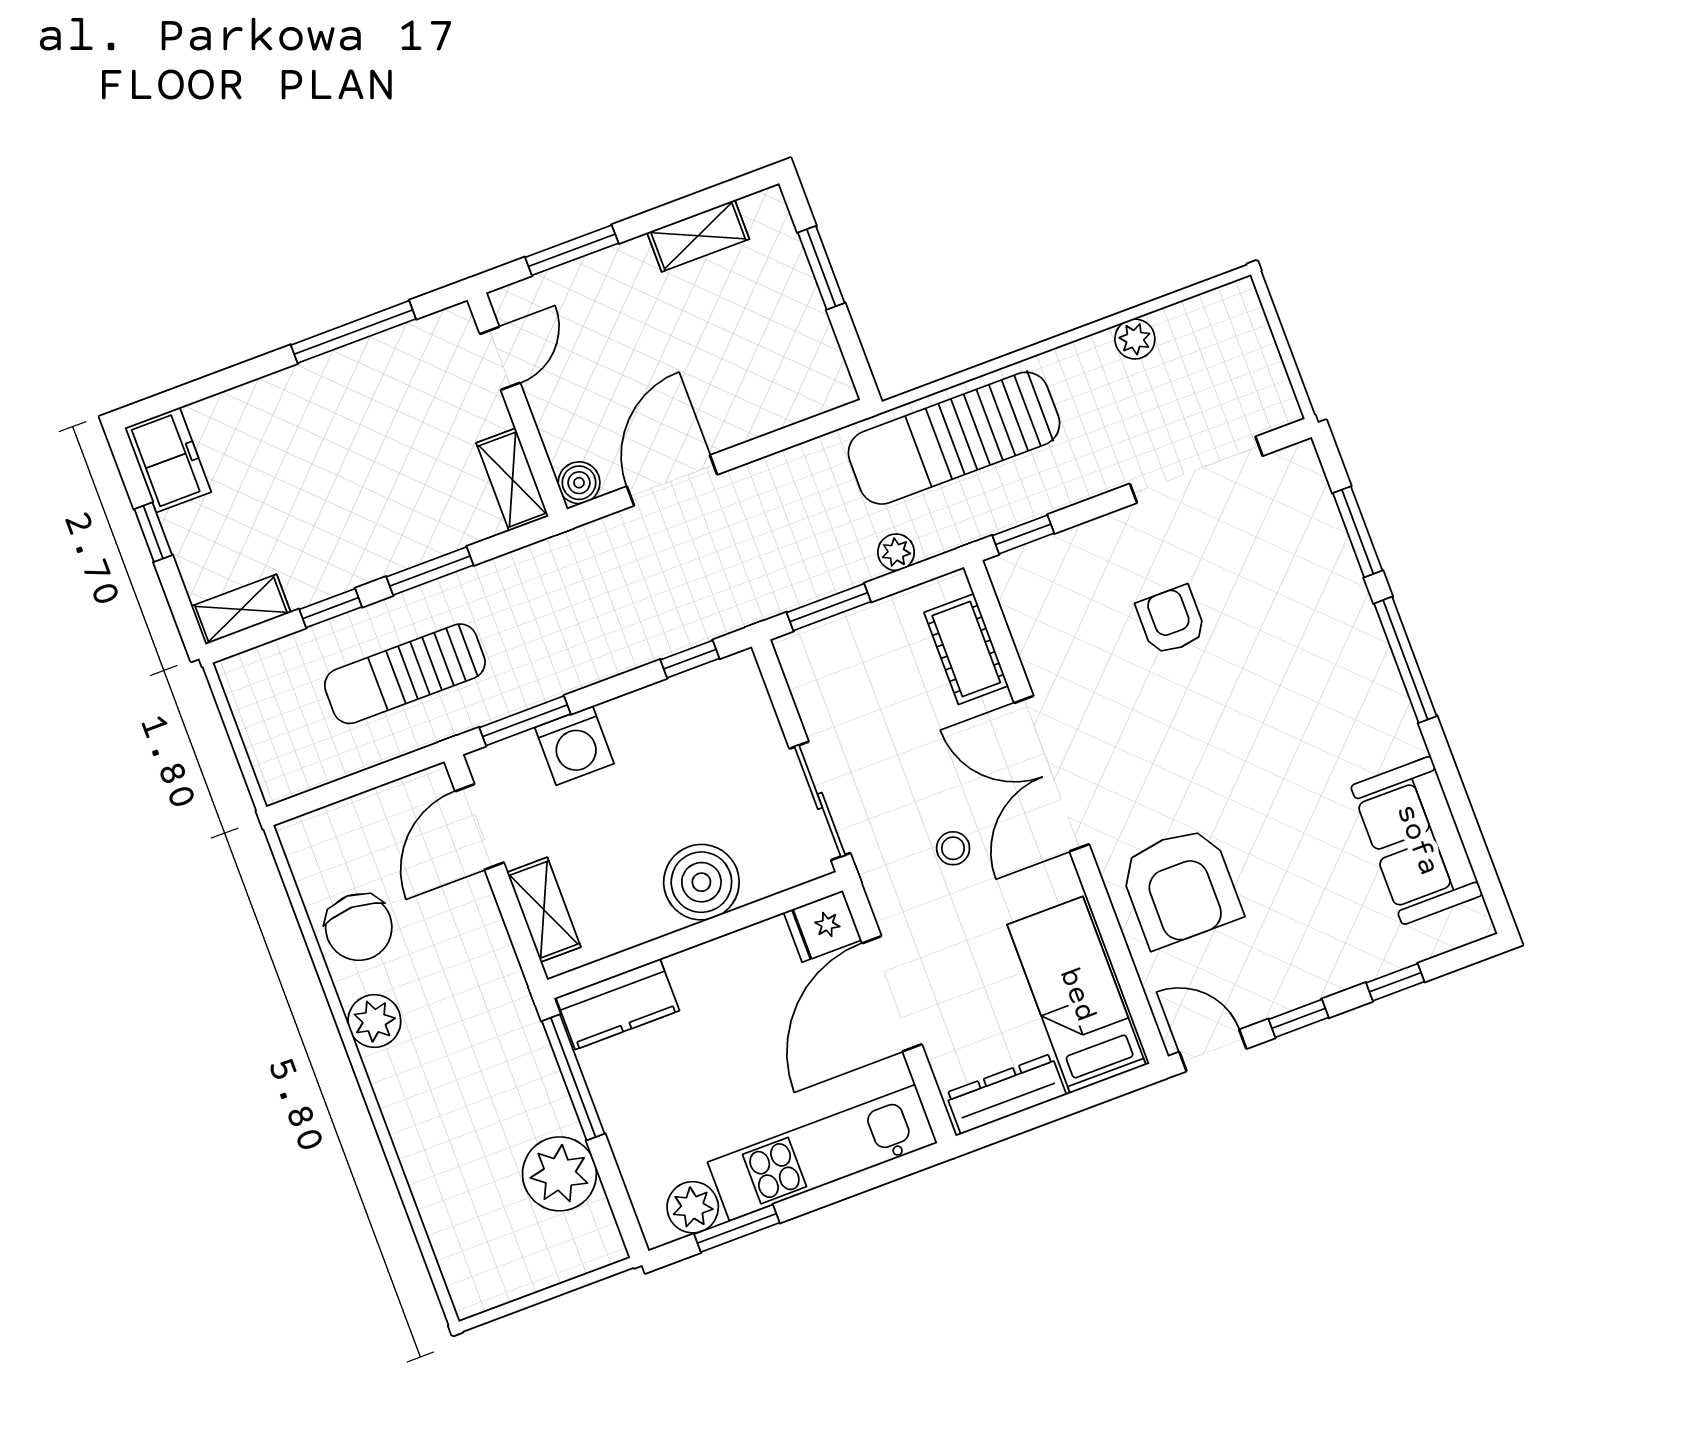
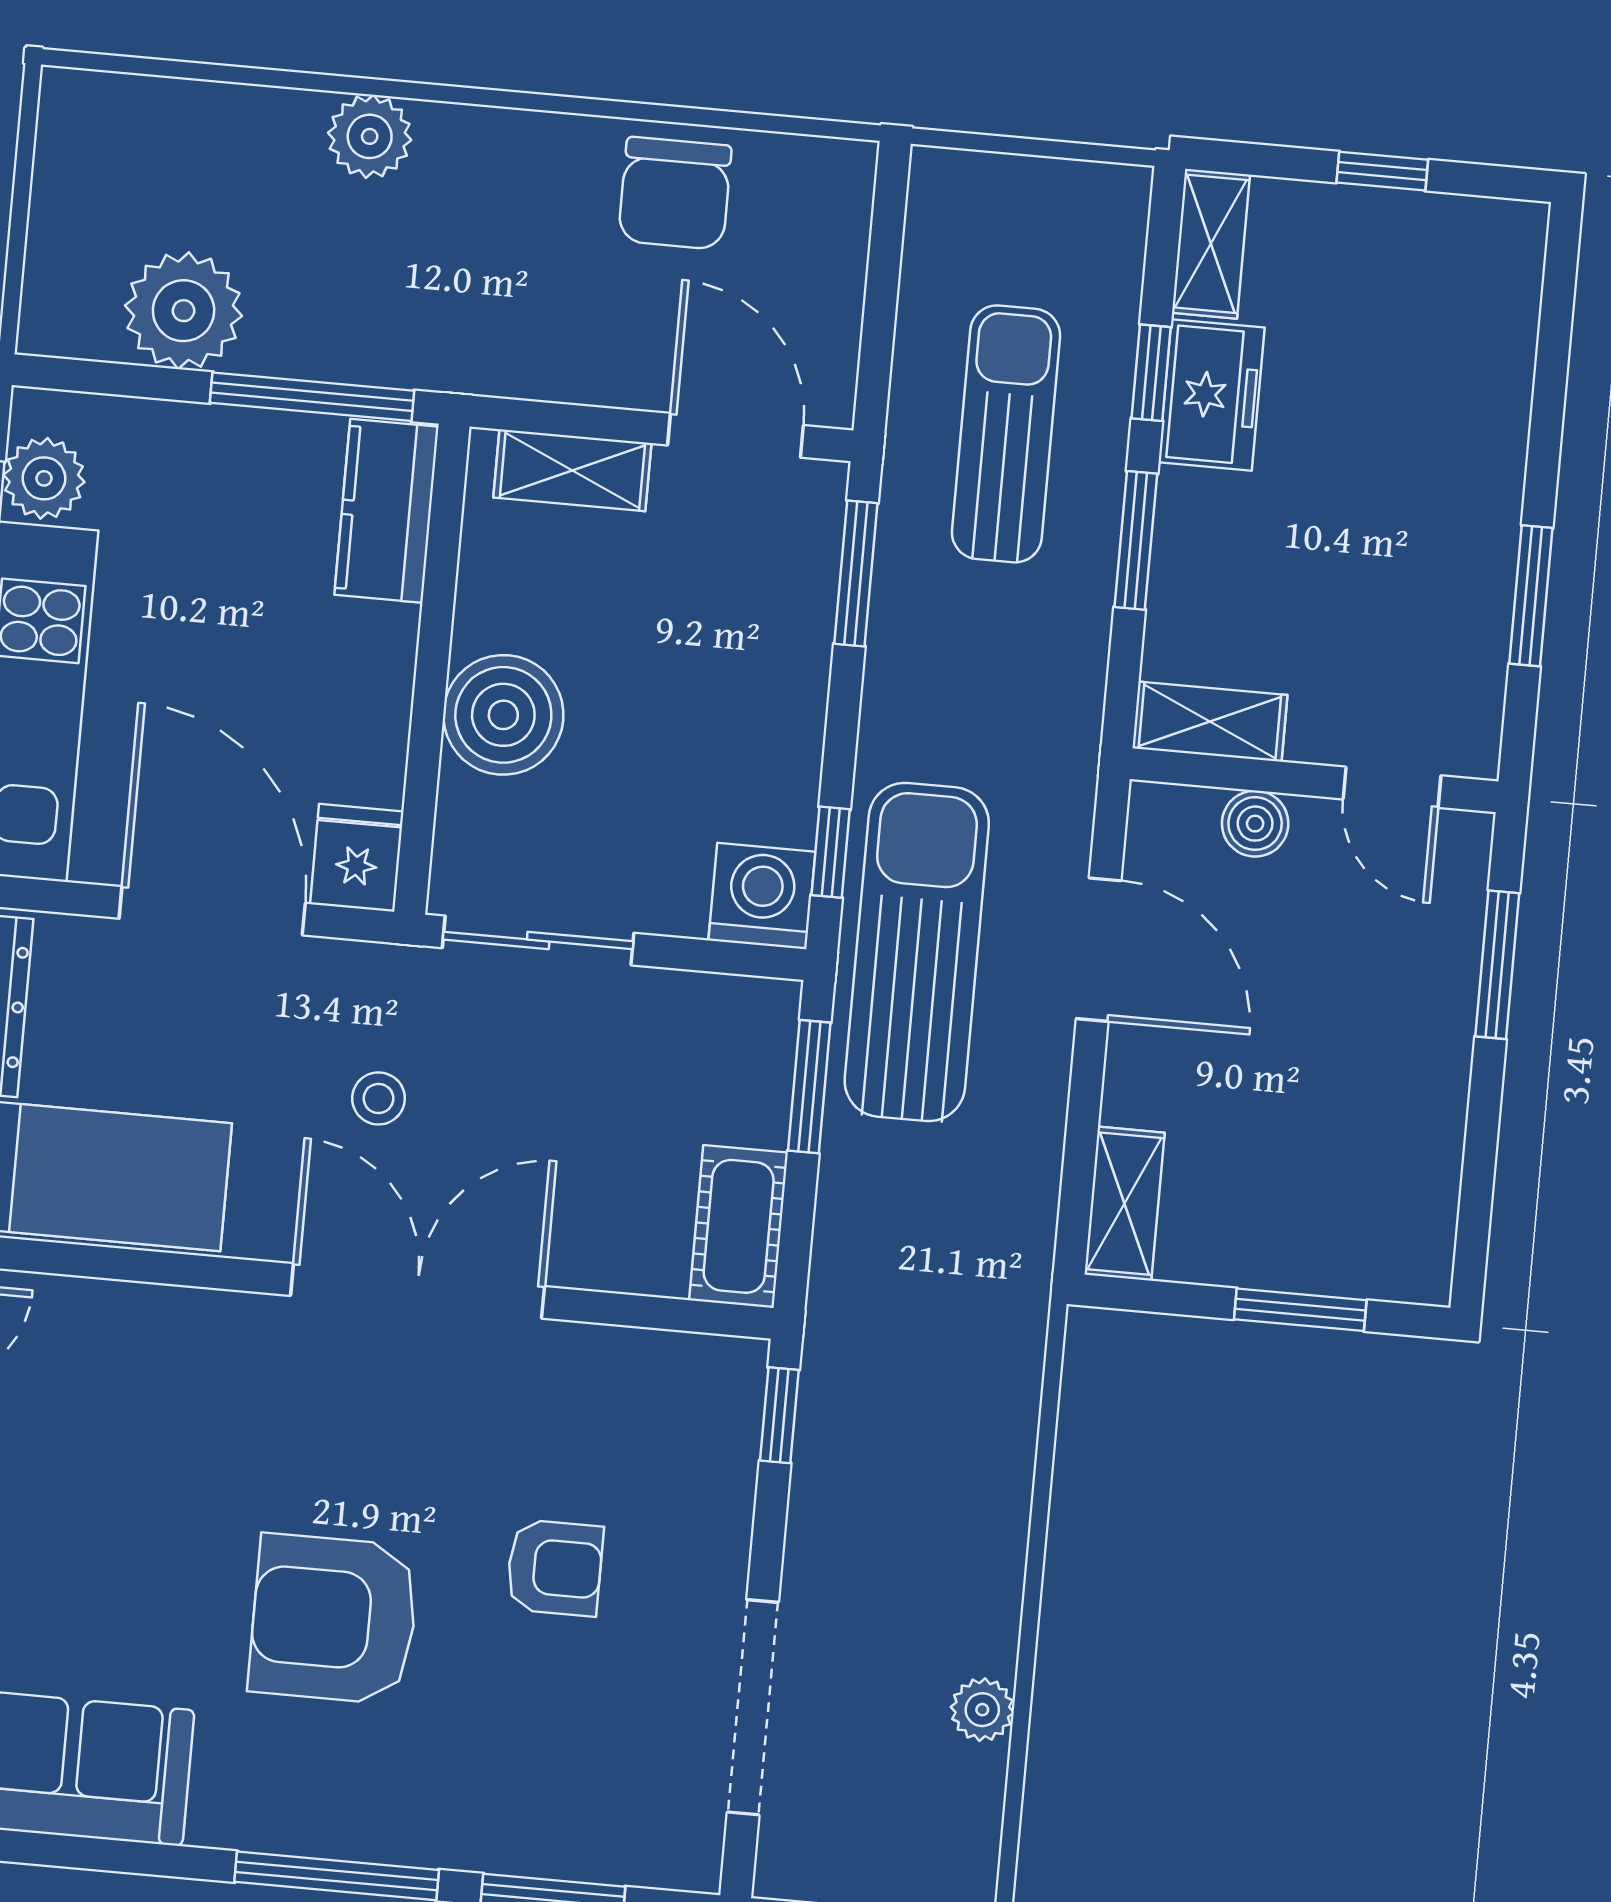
shelving: (698, 236) -> (1125, 1204), moved
window: (353, 332) -> (1531, 596), width x0.69
sun lounger: (954, 438) -> (917, 952), moved
freezer: (168, 460) -> (1211, 395), moved, turned -90
boiler: (579, 483) -> (1255, 824), moved
plant: (896, 552) -> (841, 1221), removed
cot: (966, 649) -> (739, 1226), moved, turned 90
washing machine: (574, 746) -> (762, 896), moved, turned 90
armchair: (1180, 887) -> (334, 1619), moved
chair: (359, 927) -> (675, 193), turned -90
plant: (374, 1021) -> (370, 136), moved

